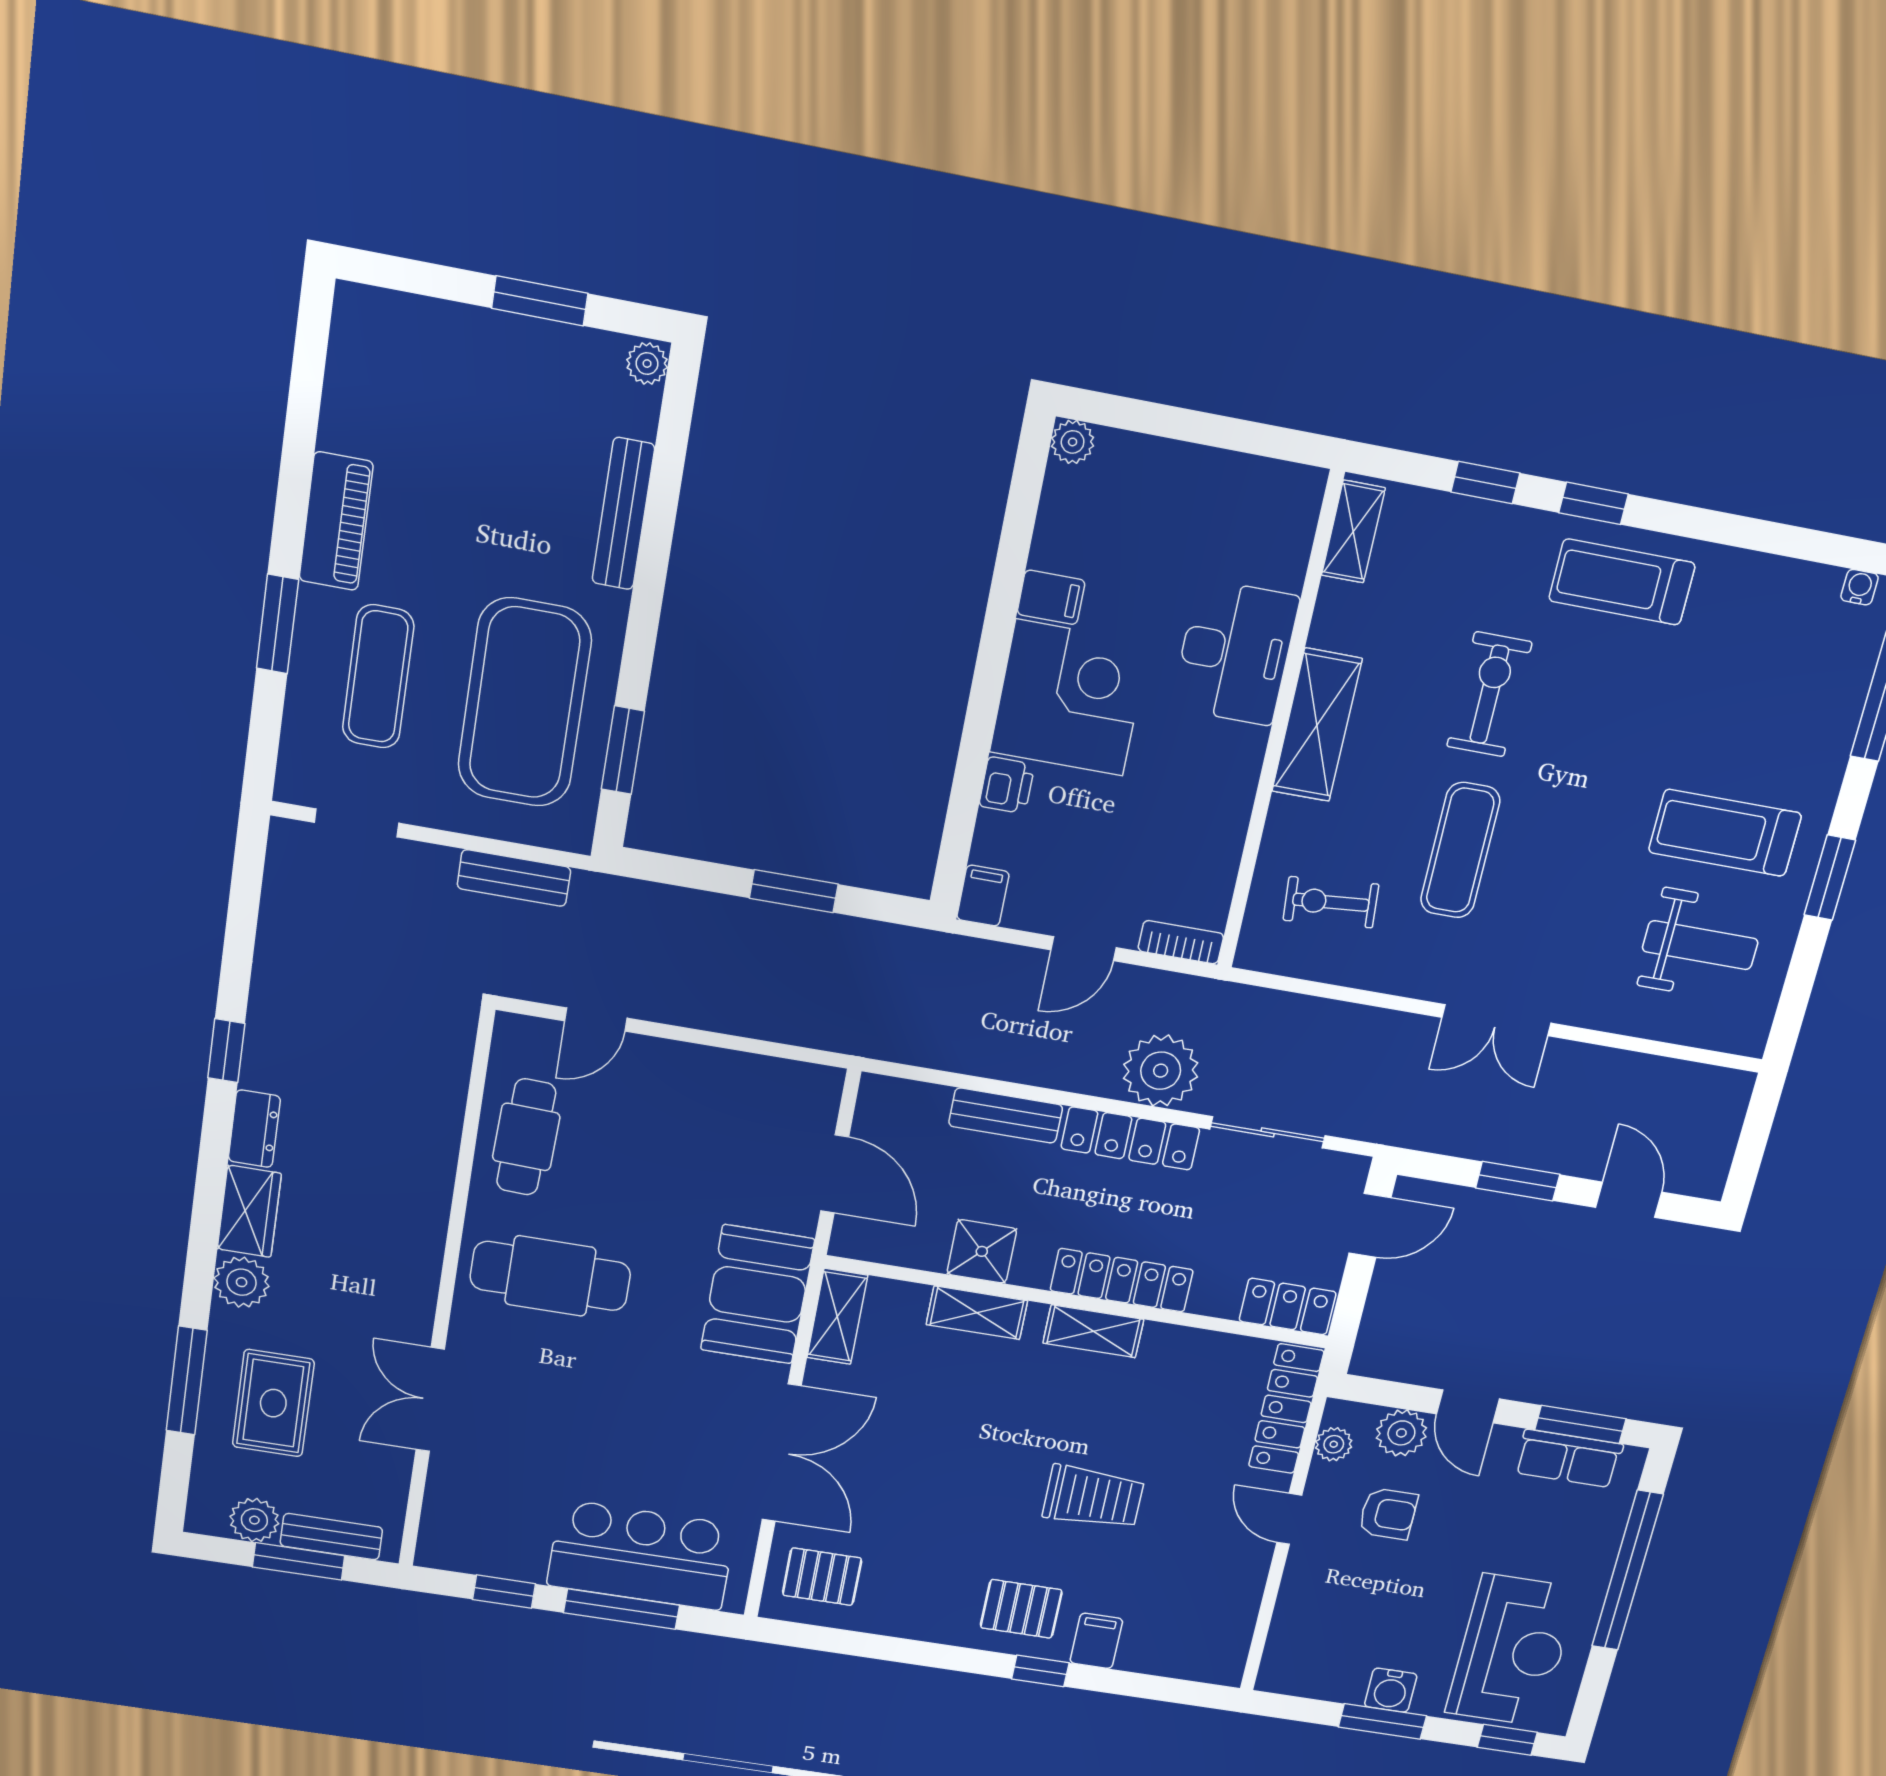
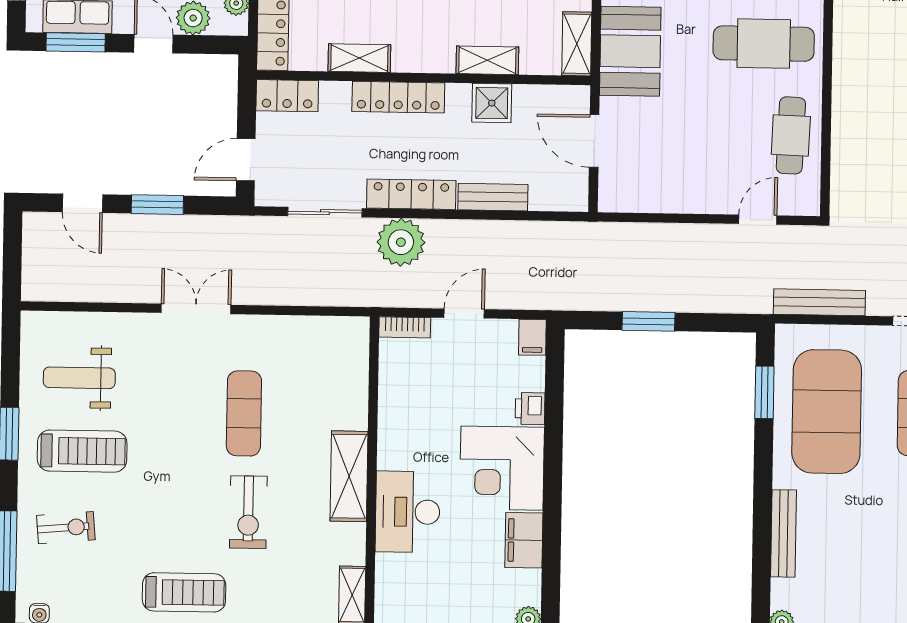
filing cabinet: (1051, 597) -> (524, 540), width x2.00
bench: (514, 878) -> (819, 302), width x1.36
exercise bike: (1331, 902) -> (66, 528), moved
shelving: (1093, 1331) -> (359, 58), moved

